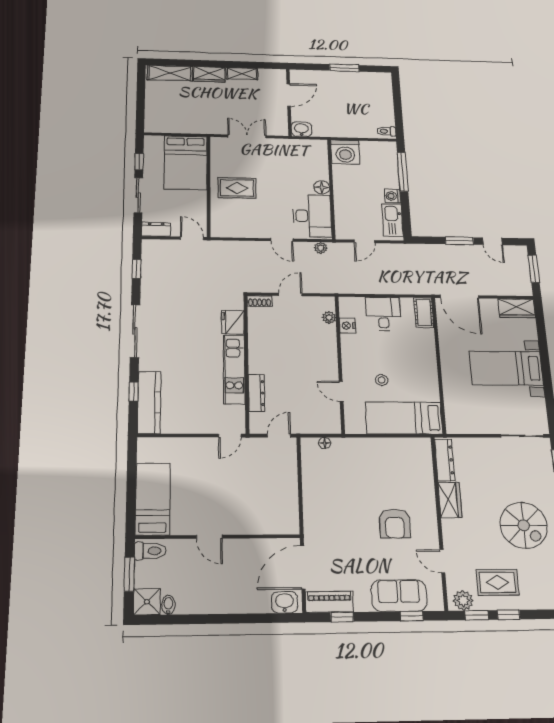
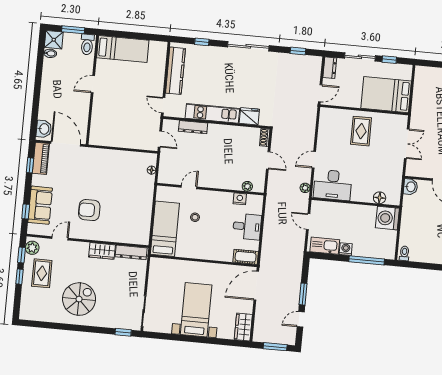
floor lamp: (322, 187) -> (380, 198), moved
kitchen counter: (149, 402) -> (175, 71), moved, turned -90
spiral stairs: (524, 525) -> (79, 299), turned 180

